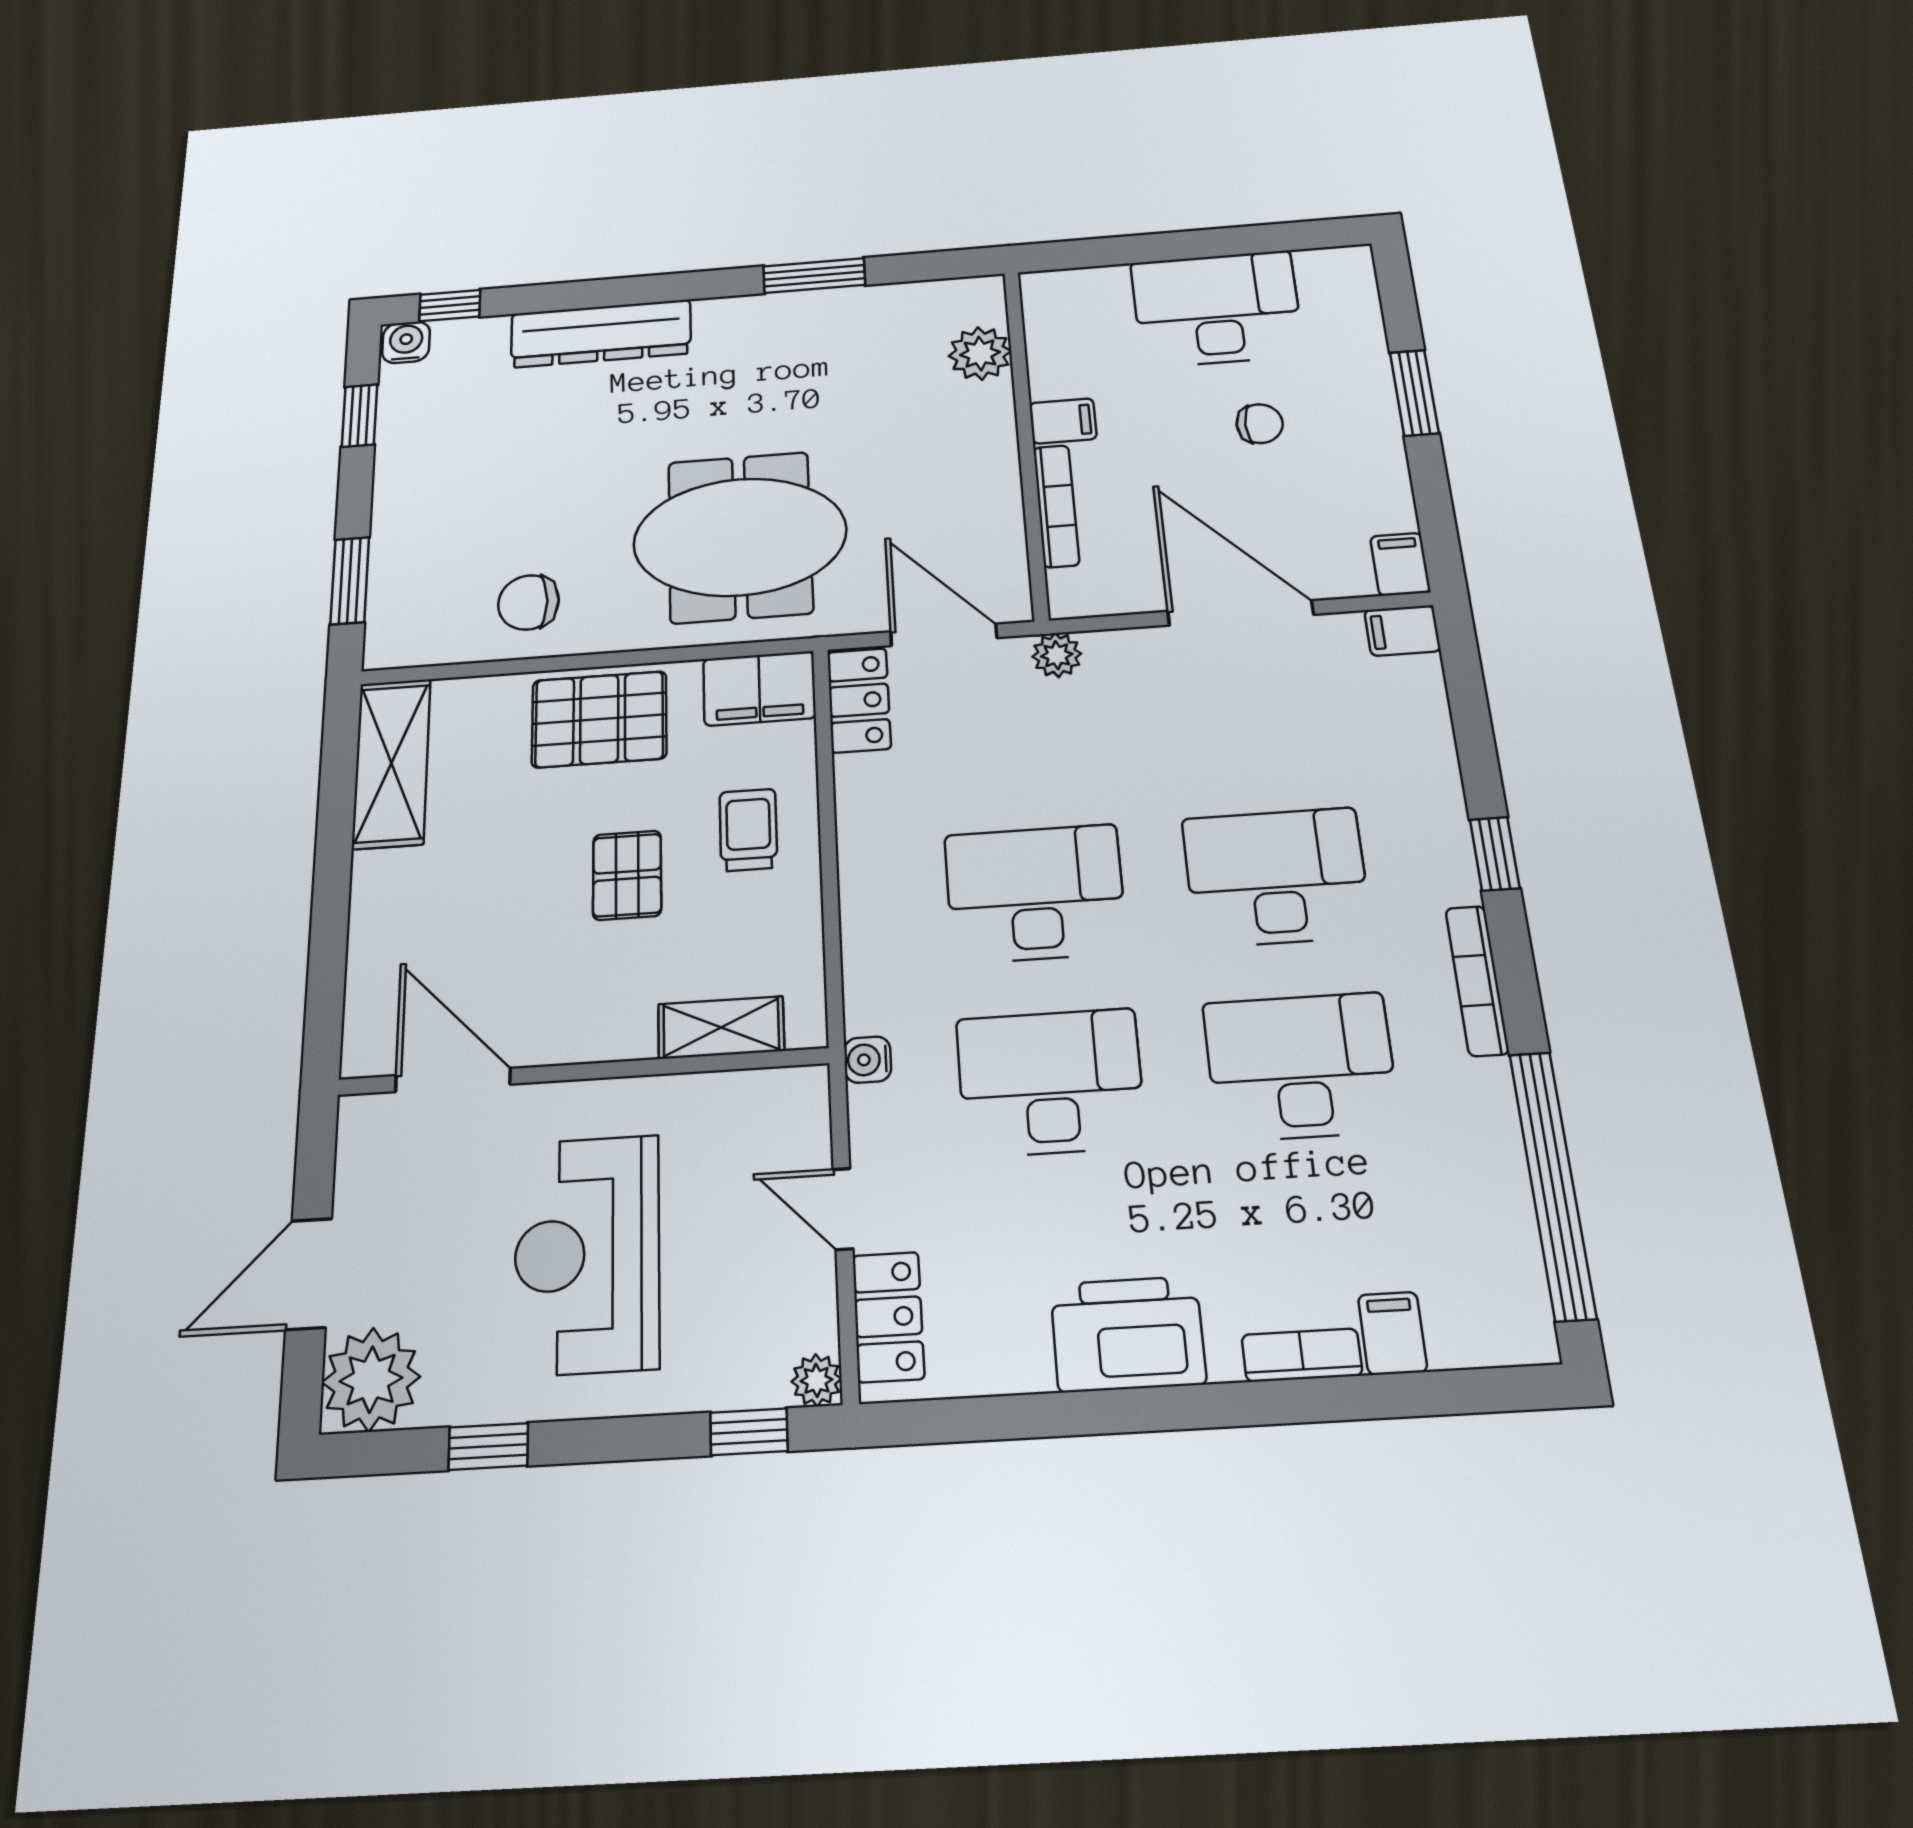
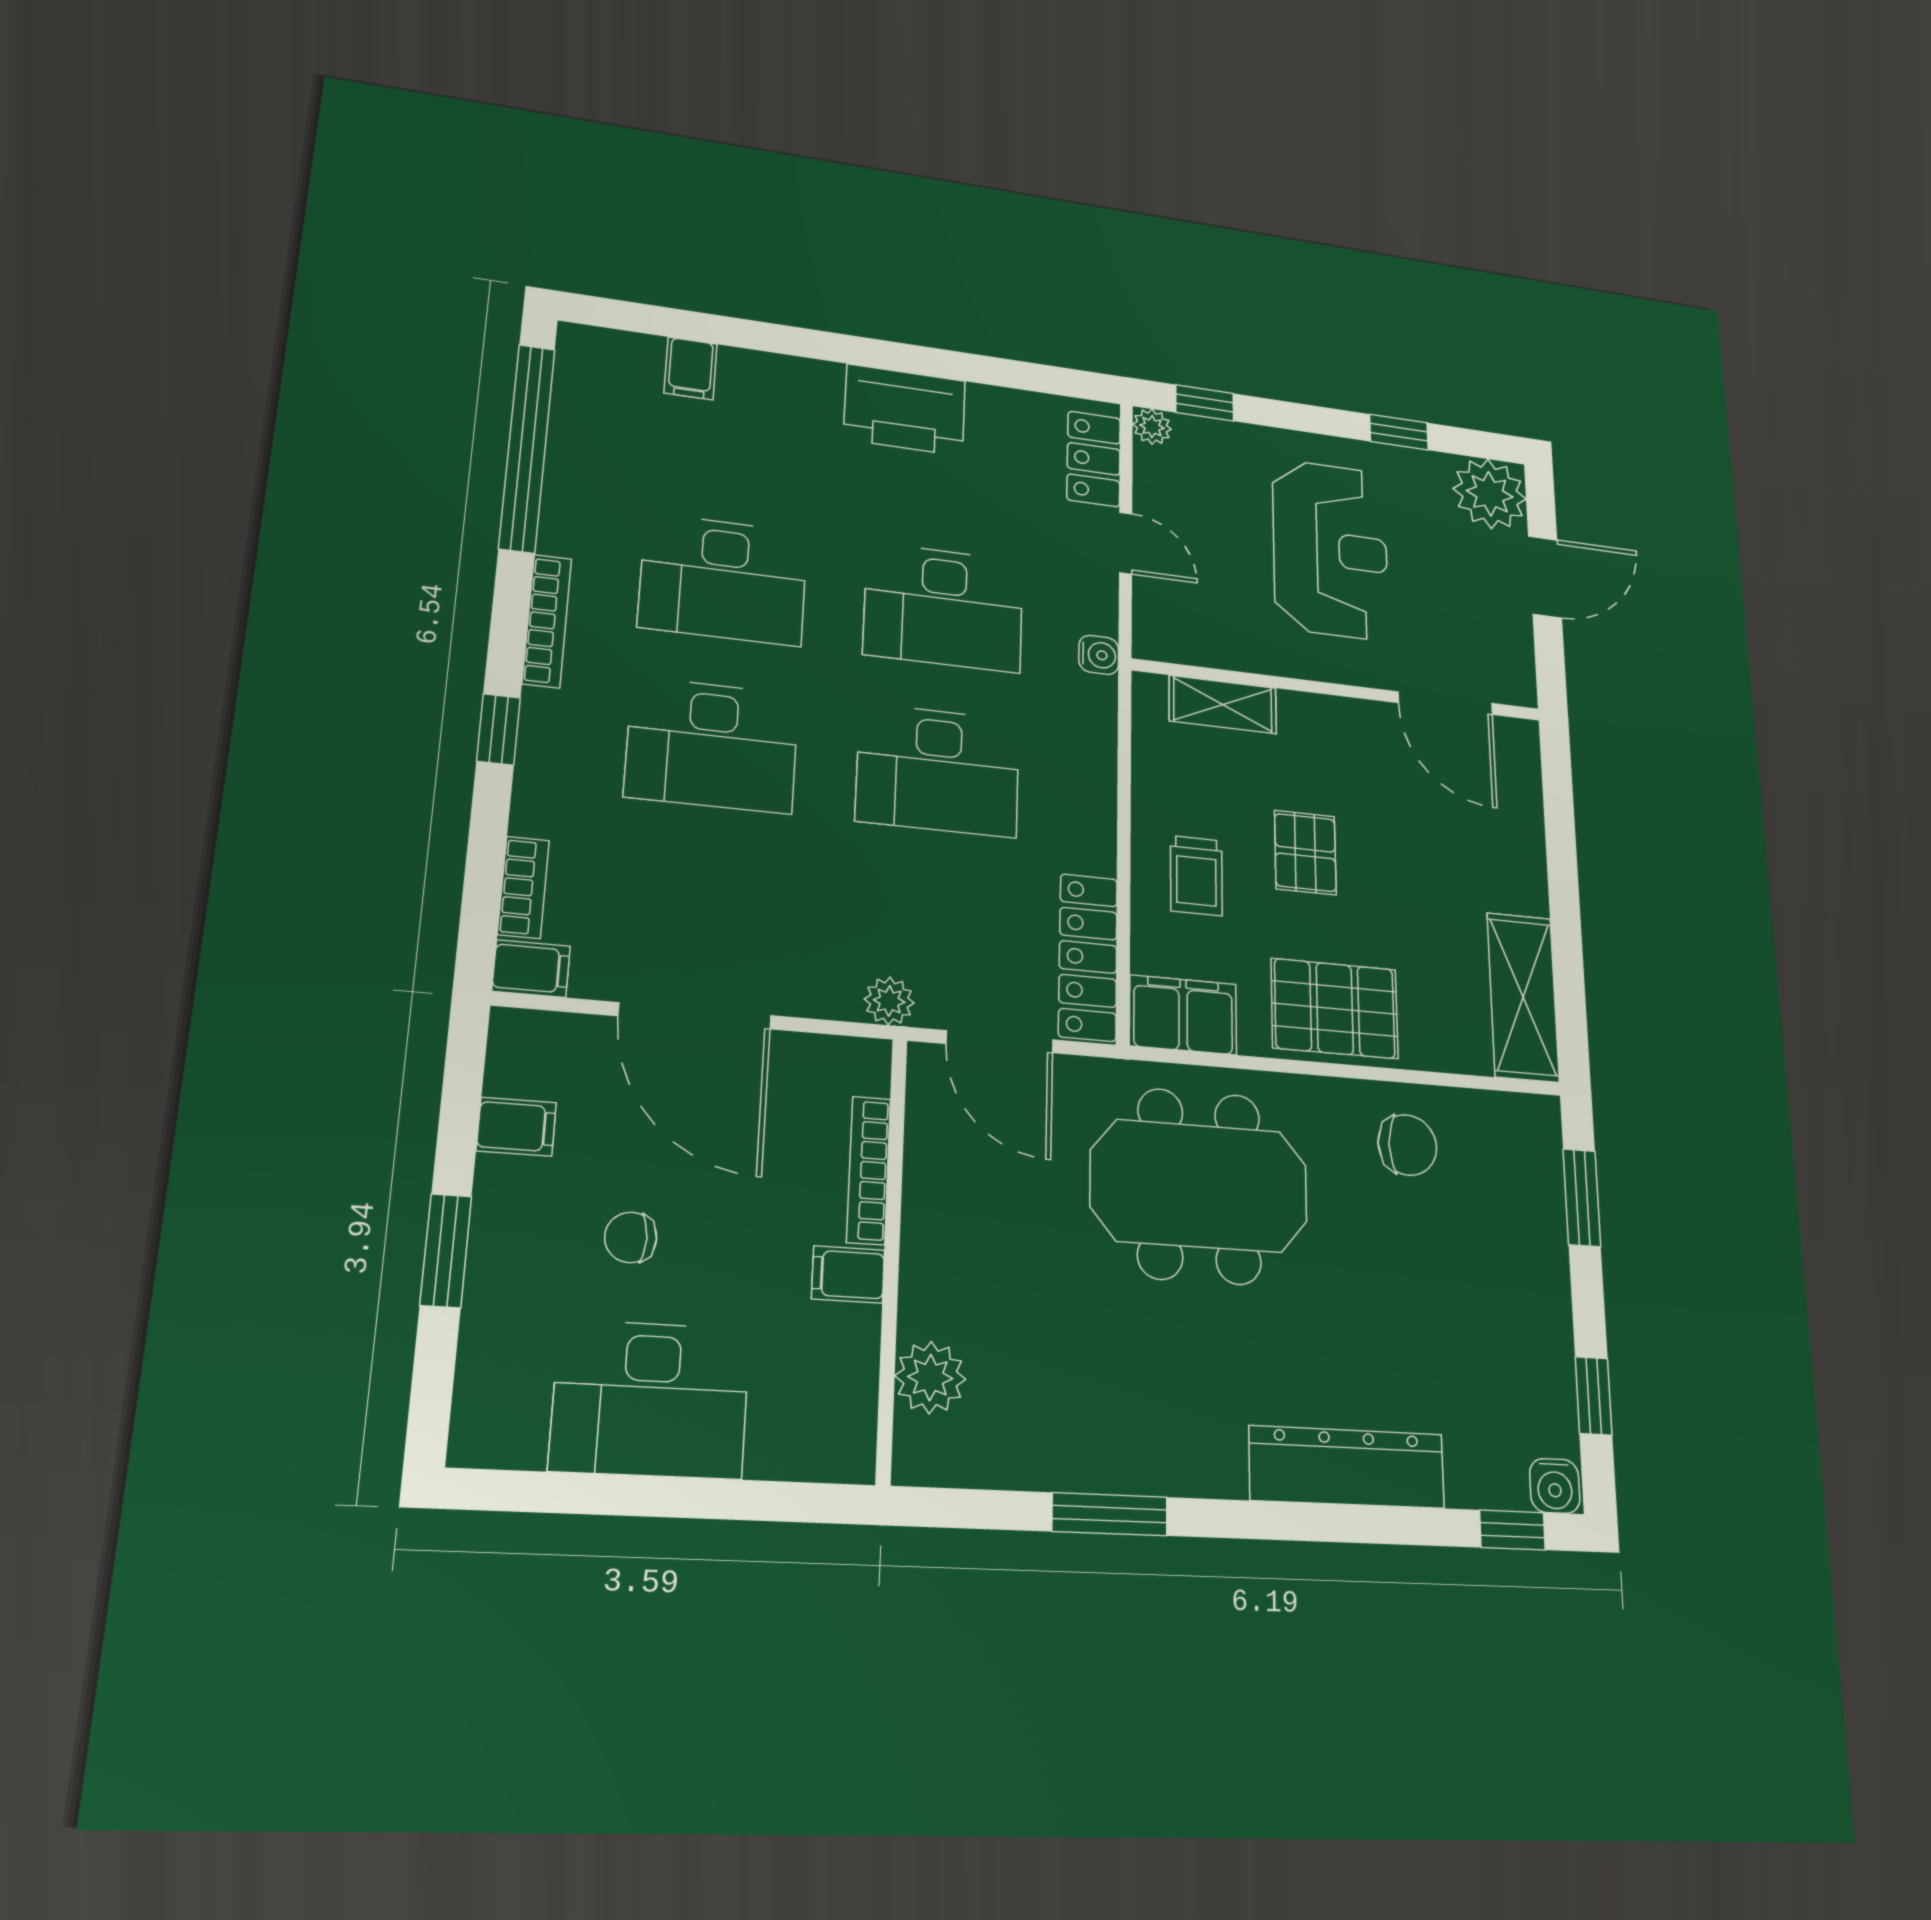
filing cabinet: (1400, 564) -> (516, 1127), moved, turned -90
locker: (859, 700) -> (1088, 957), width x1.53
bookcase: (1302, 1355) -> (523, 887), moved, turned -90

